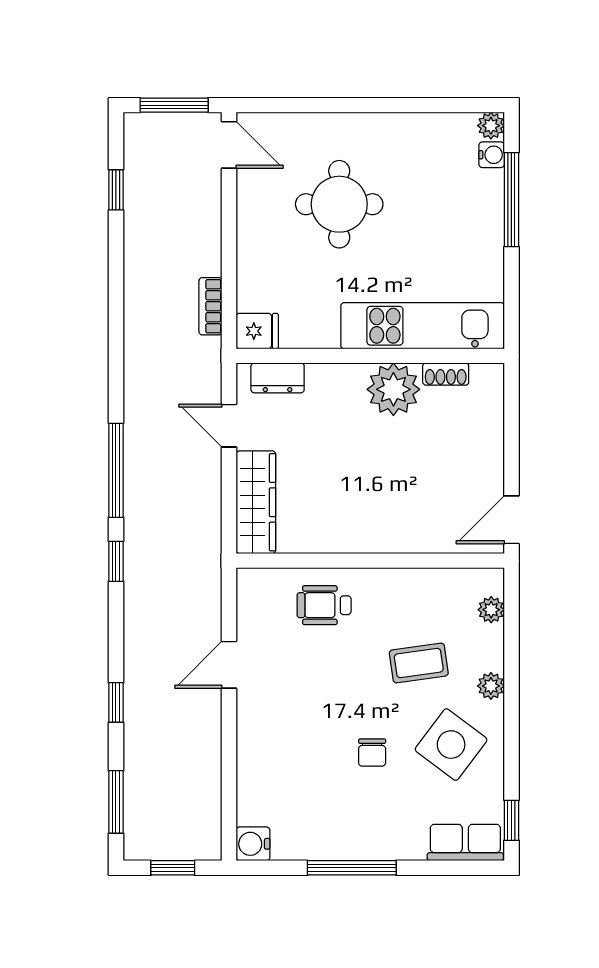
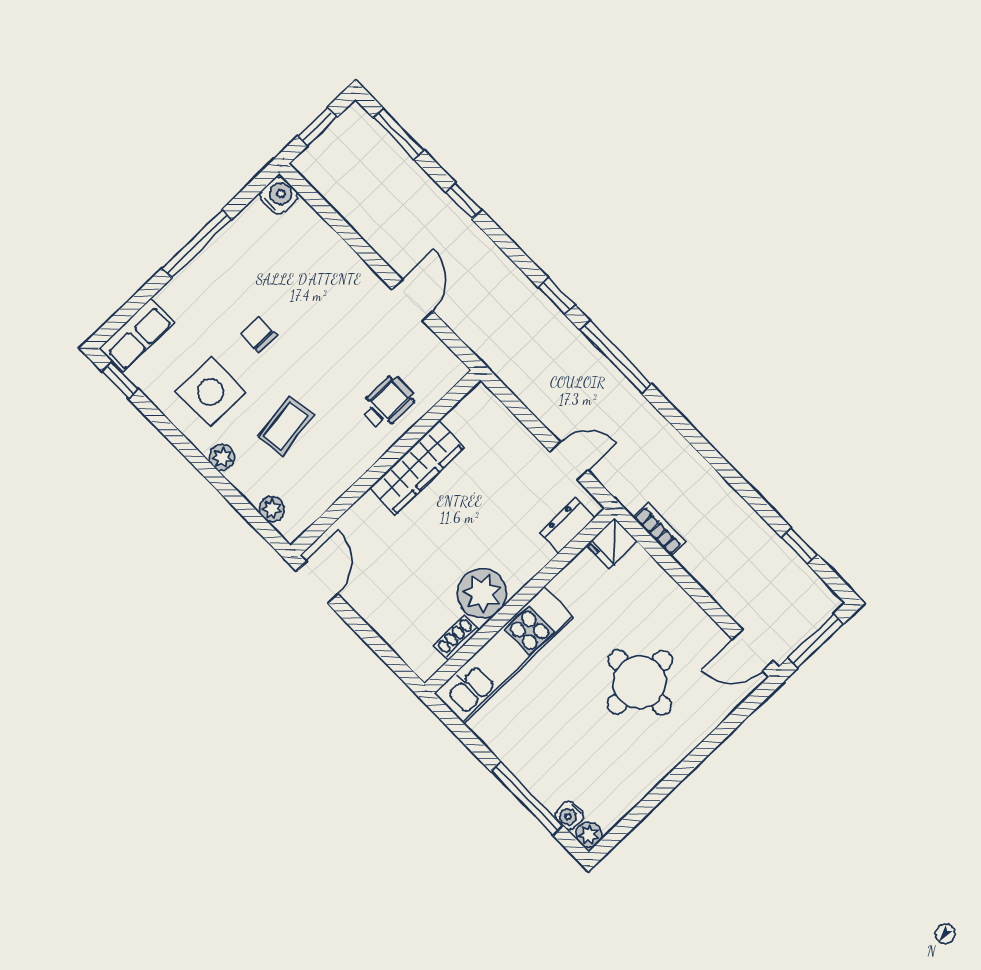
wardrobe: (256, 502) -> (417, 468), moved, turned -90
side table: (451, 745) -> (211, 392), turned -37

